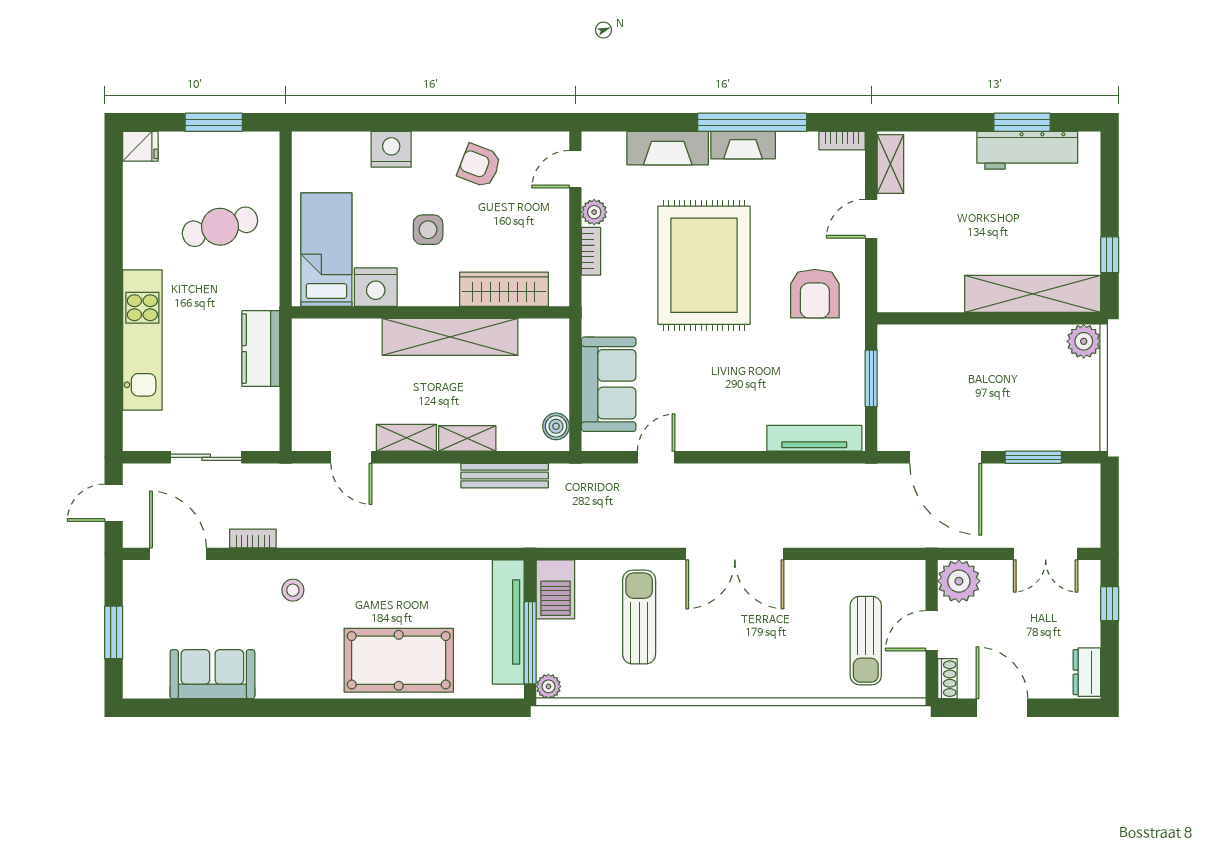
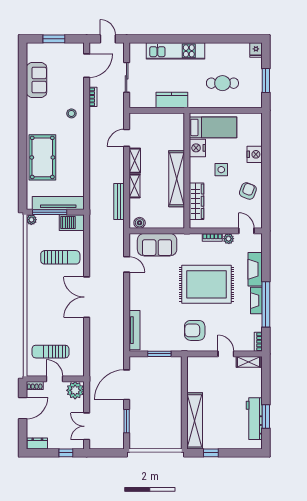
cafe table: (220, 227) -> (222, 83), turned -75
plant: (1084, 341) -> (175, 442), removed

